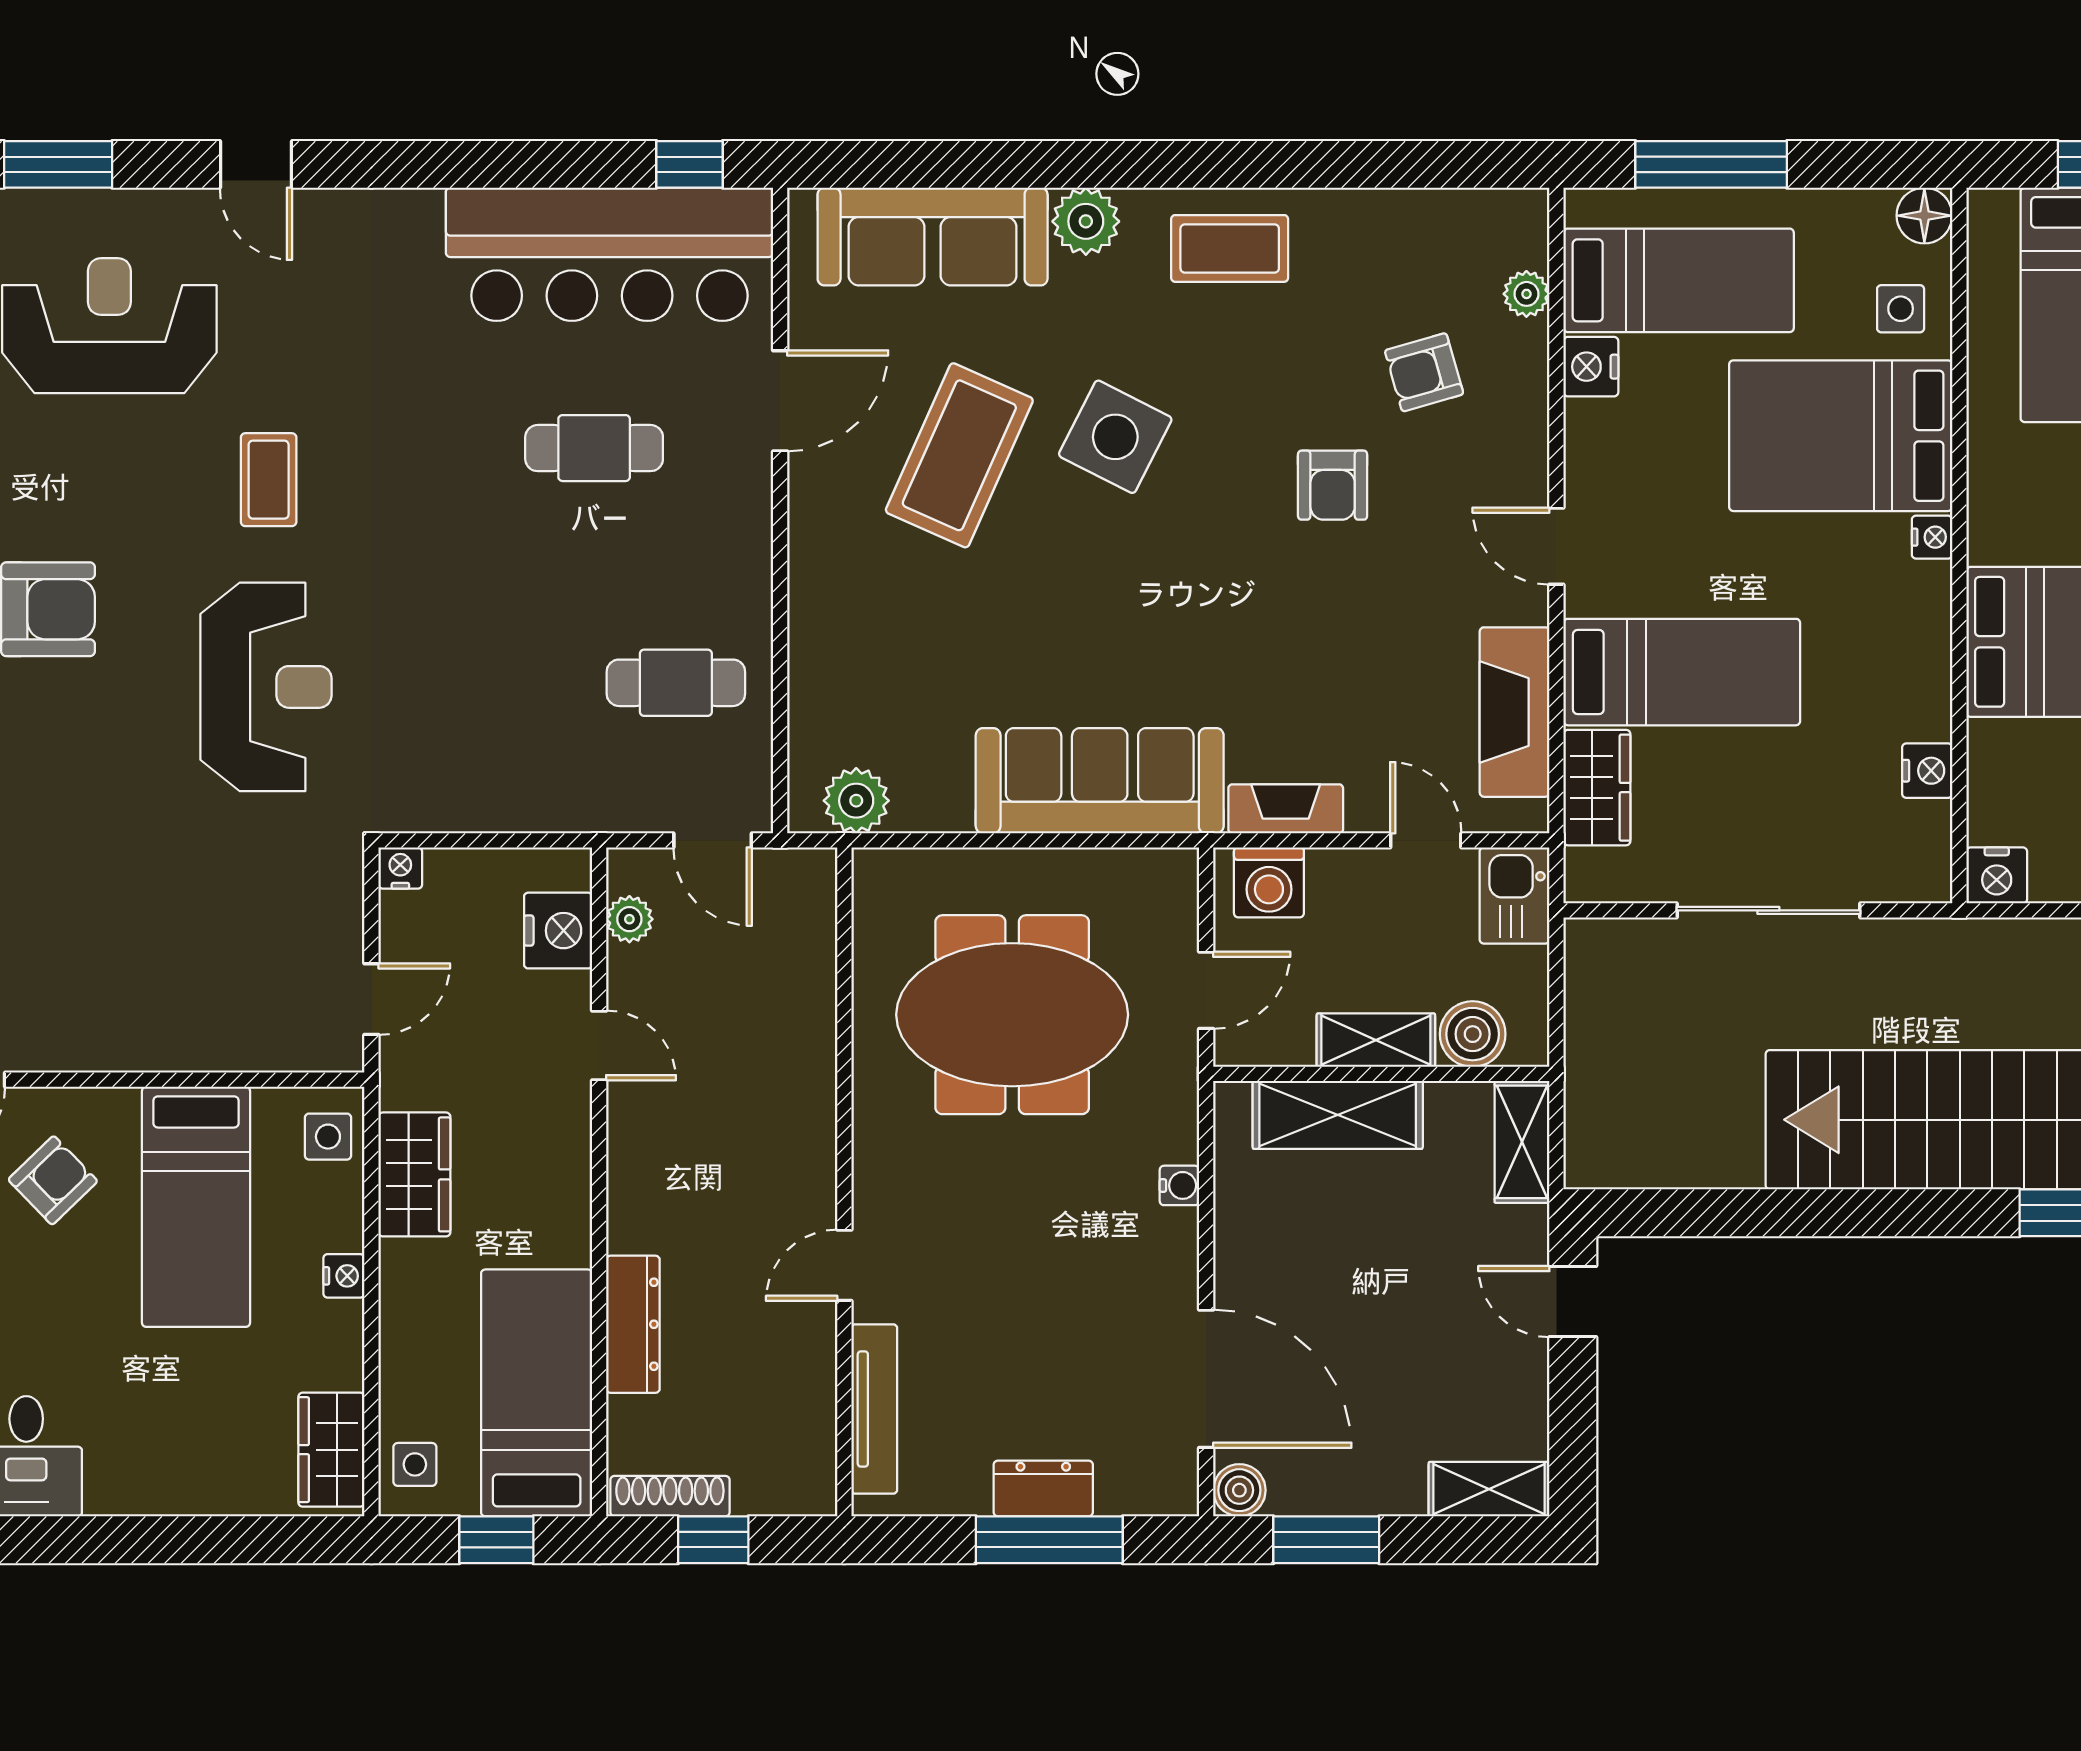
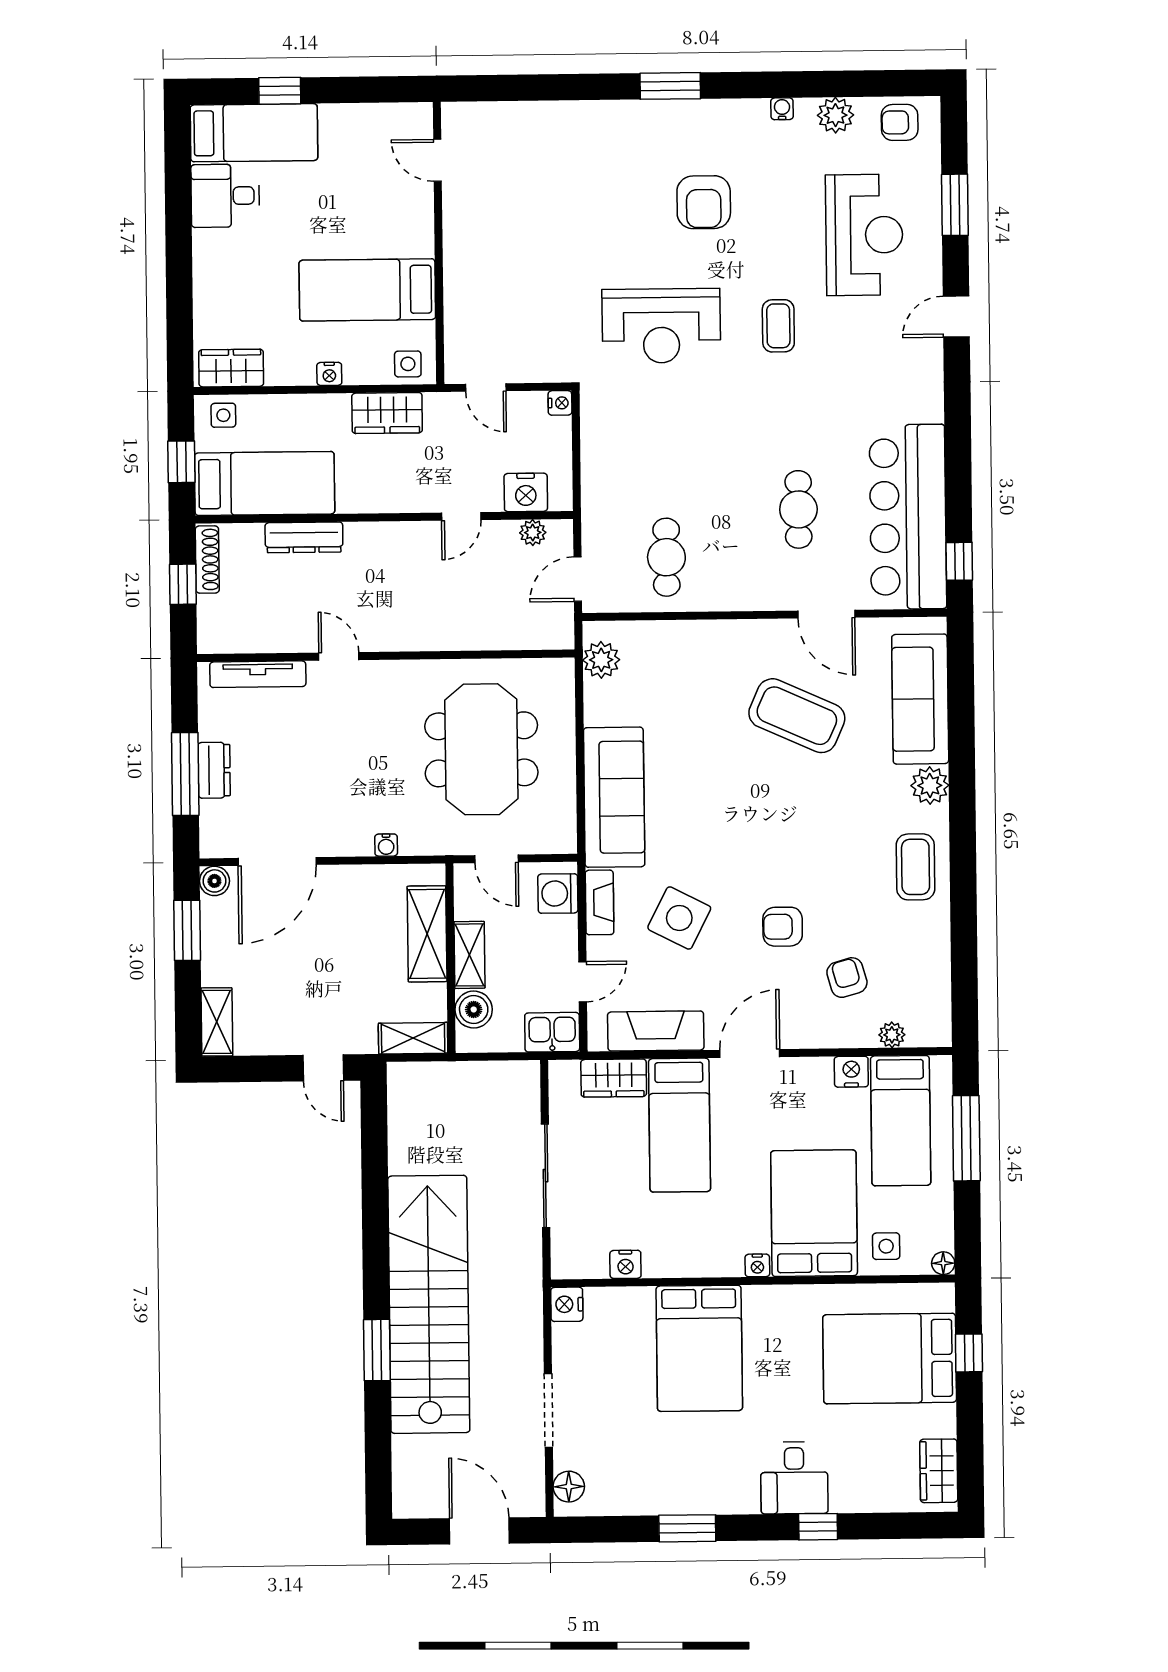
floor lamp: (1924, 216) -> (943, 1263), width x0.73, depth x0.73
side table: (1115, 437) -> (679, 918), moved
coffee table: (269, 480) -> (778, 326), turned 90
door: (1556, 546) -> (750, 1053), width x1.38
armchair: (53, 1180) -> (381, 209), removed
door: (1573, 1302) -> (323, 1068), swing flipped

